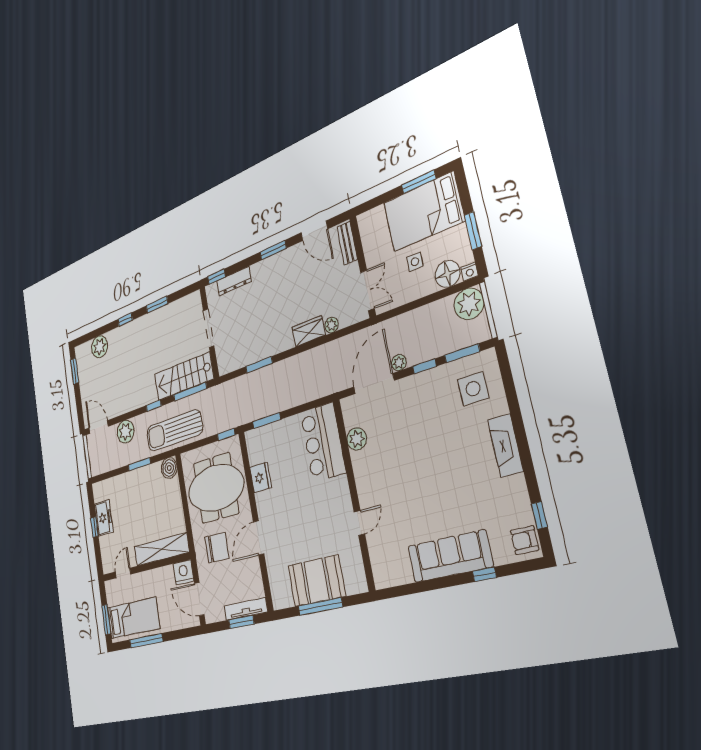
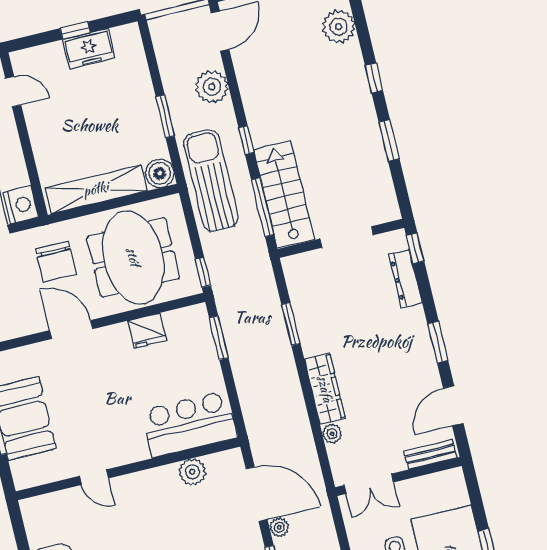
wardrobe: (309, 331) -> (325, 389), width x1.50
shelving: (162, 549) -> (96, 189), moved, turned 90

